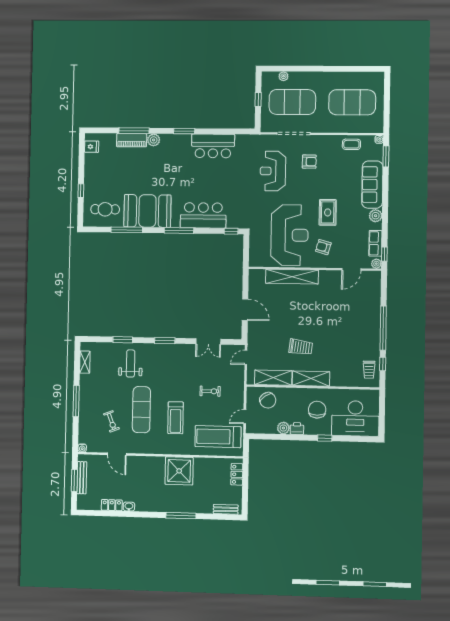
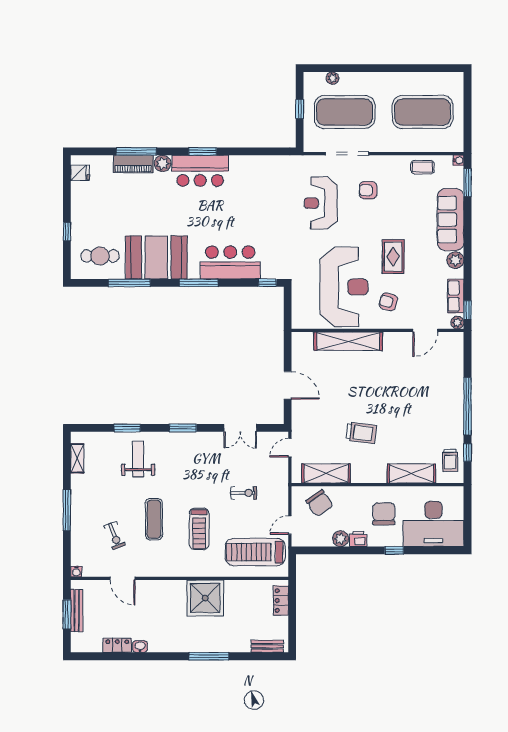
bar counter: (213, 146) -> (200, 171), moved
armchair: (309, 162) -> (368, 190), turned 180
shelving: (311, 379) -> (411, 474), moved
exercise mat: (141, 410) -> (154, 519), width x0.73, depth x0.69

